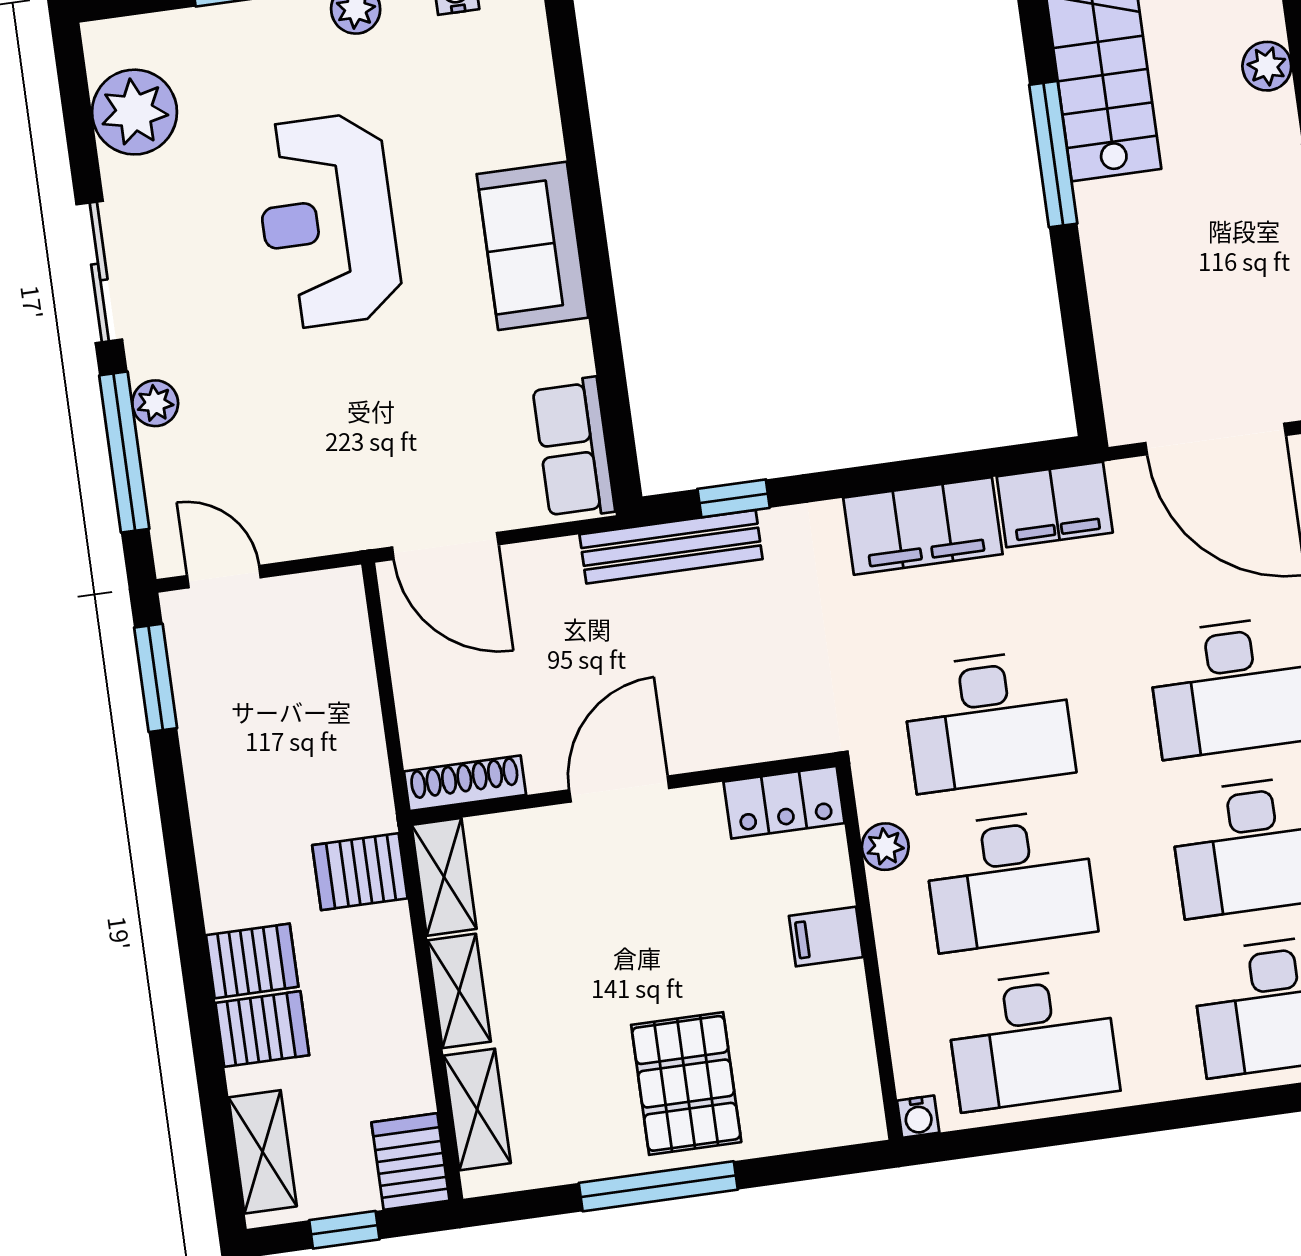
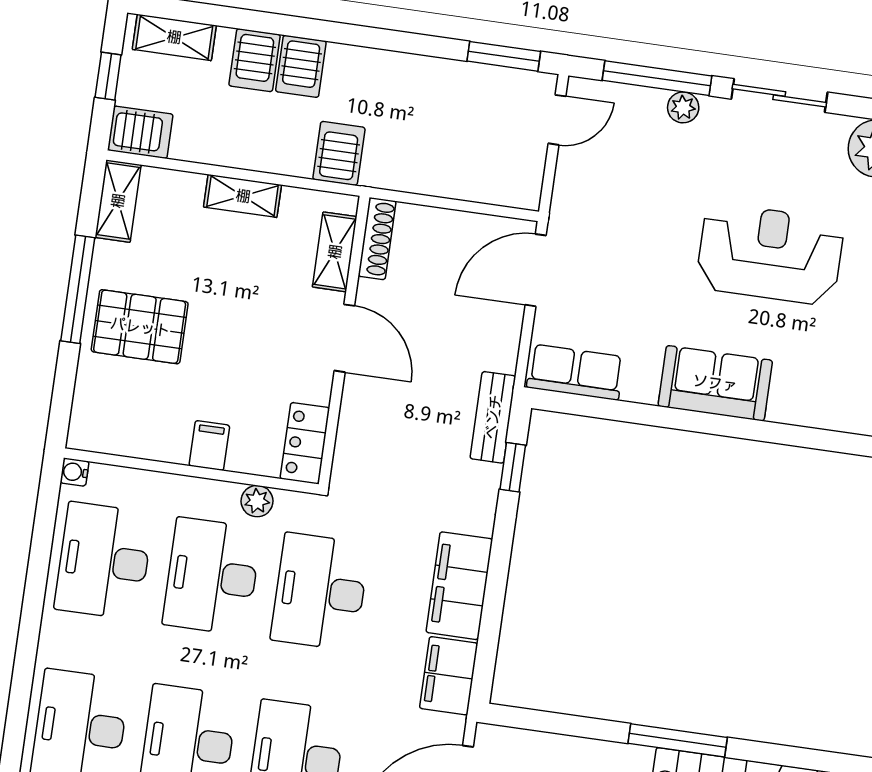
bench: (671, 547) -> (493, 417), width x0.73
shelving: (444, 877) -> (335, 252), moved, turned 90
shelving: (477, 1109) -> (118, 201), moved, turned 90

